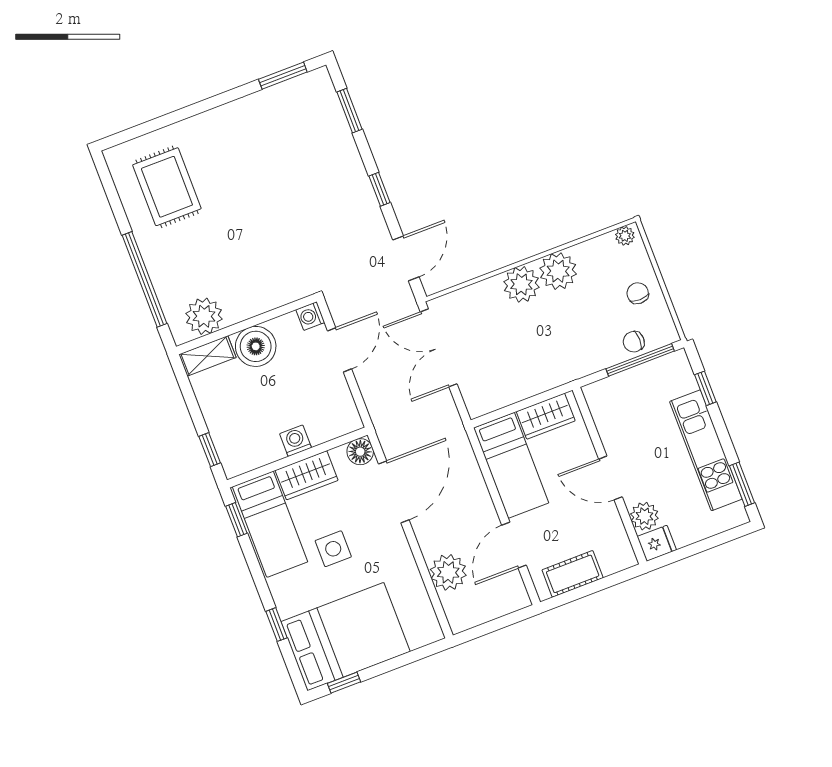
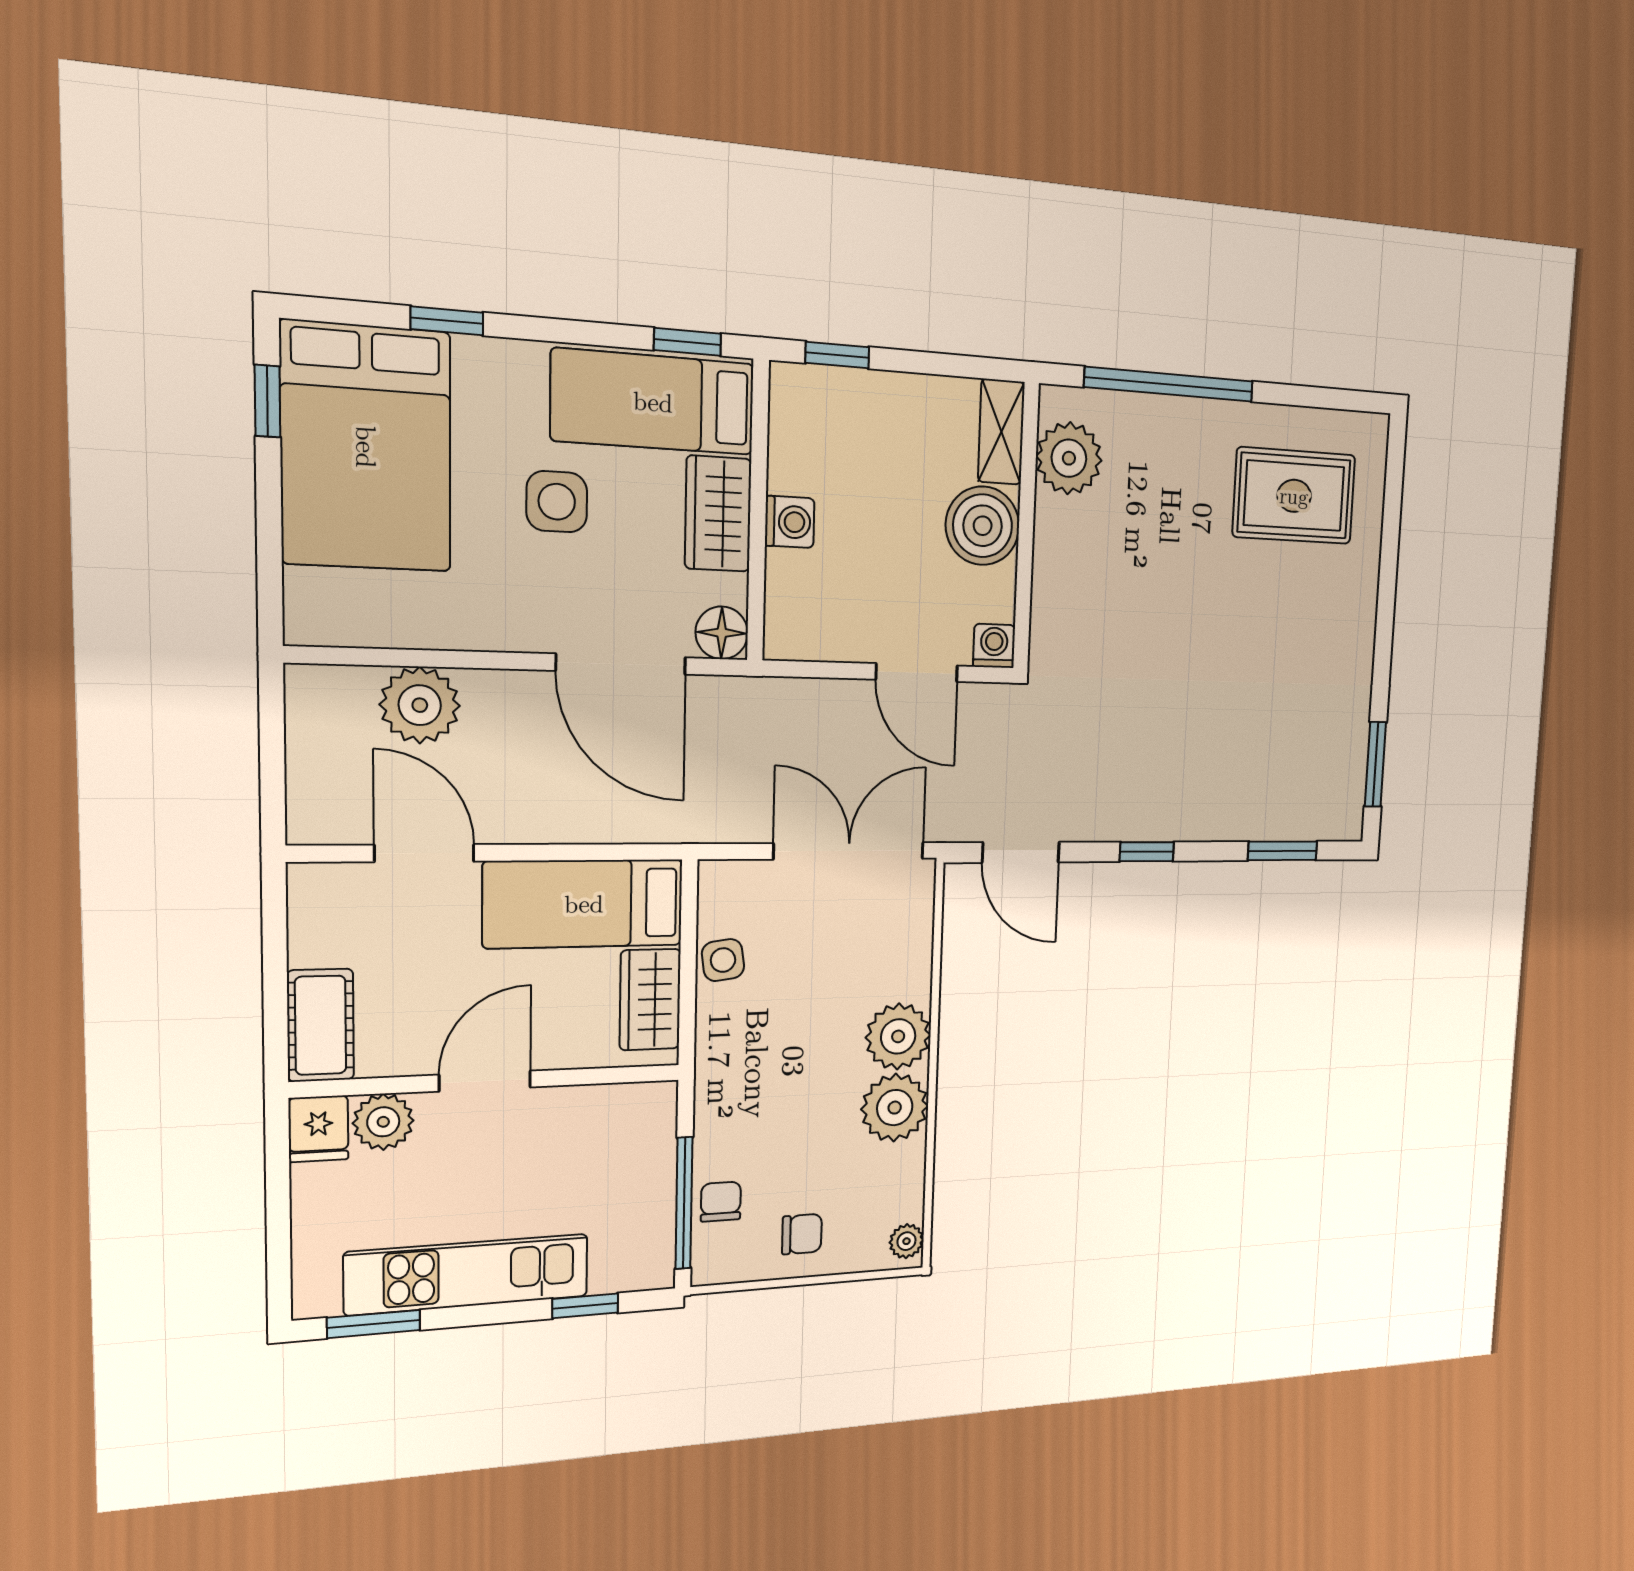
side table: (514, 389) -> (723, 960), added
cot: (573, 574) -> (321, 1025), moved

